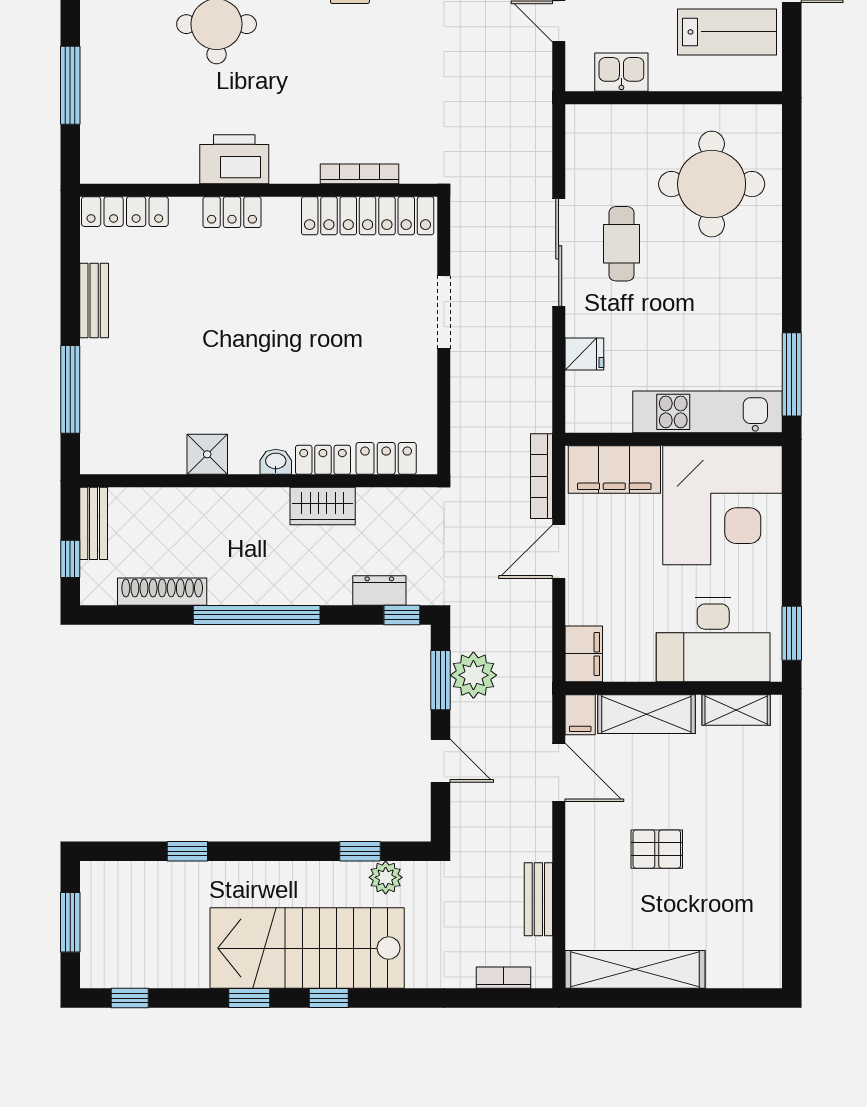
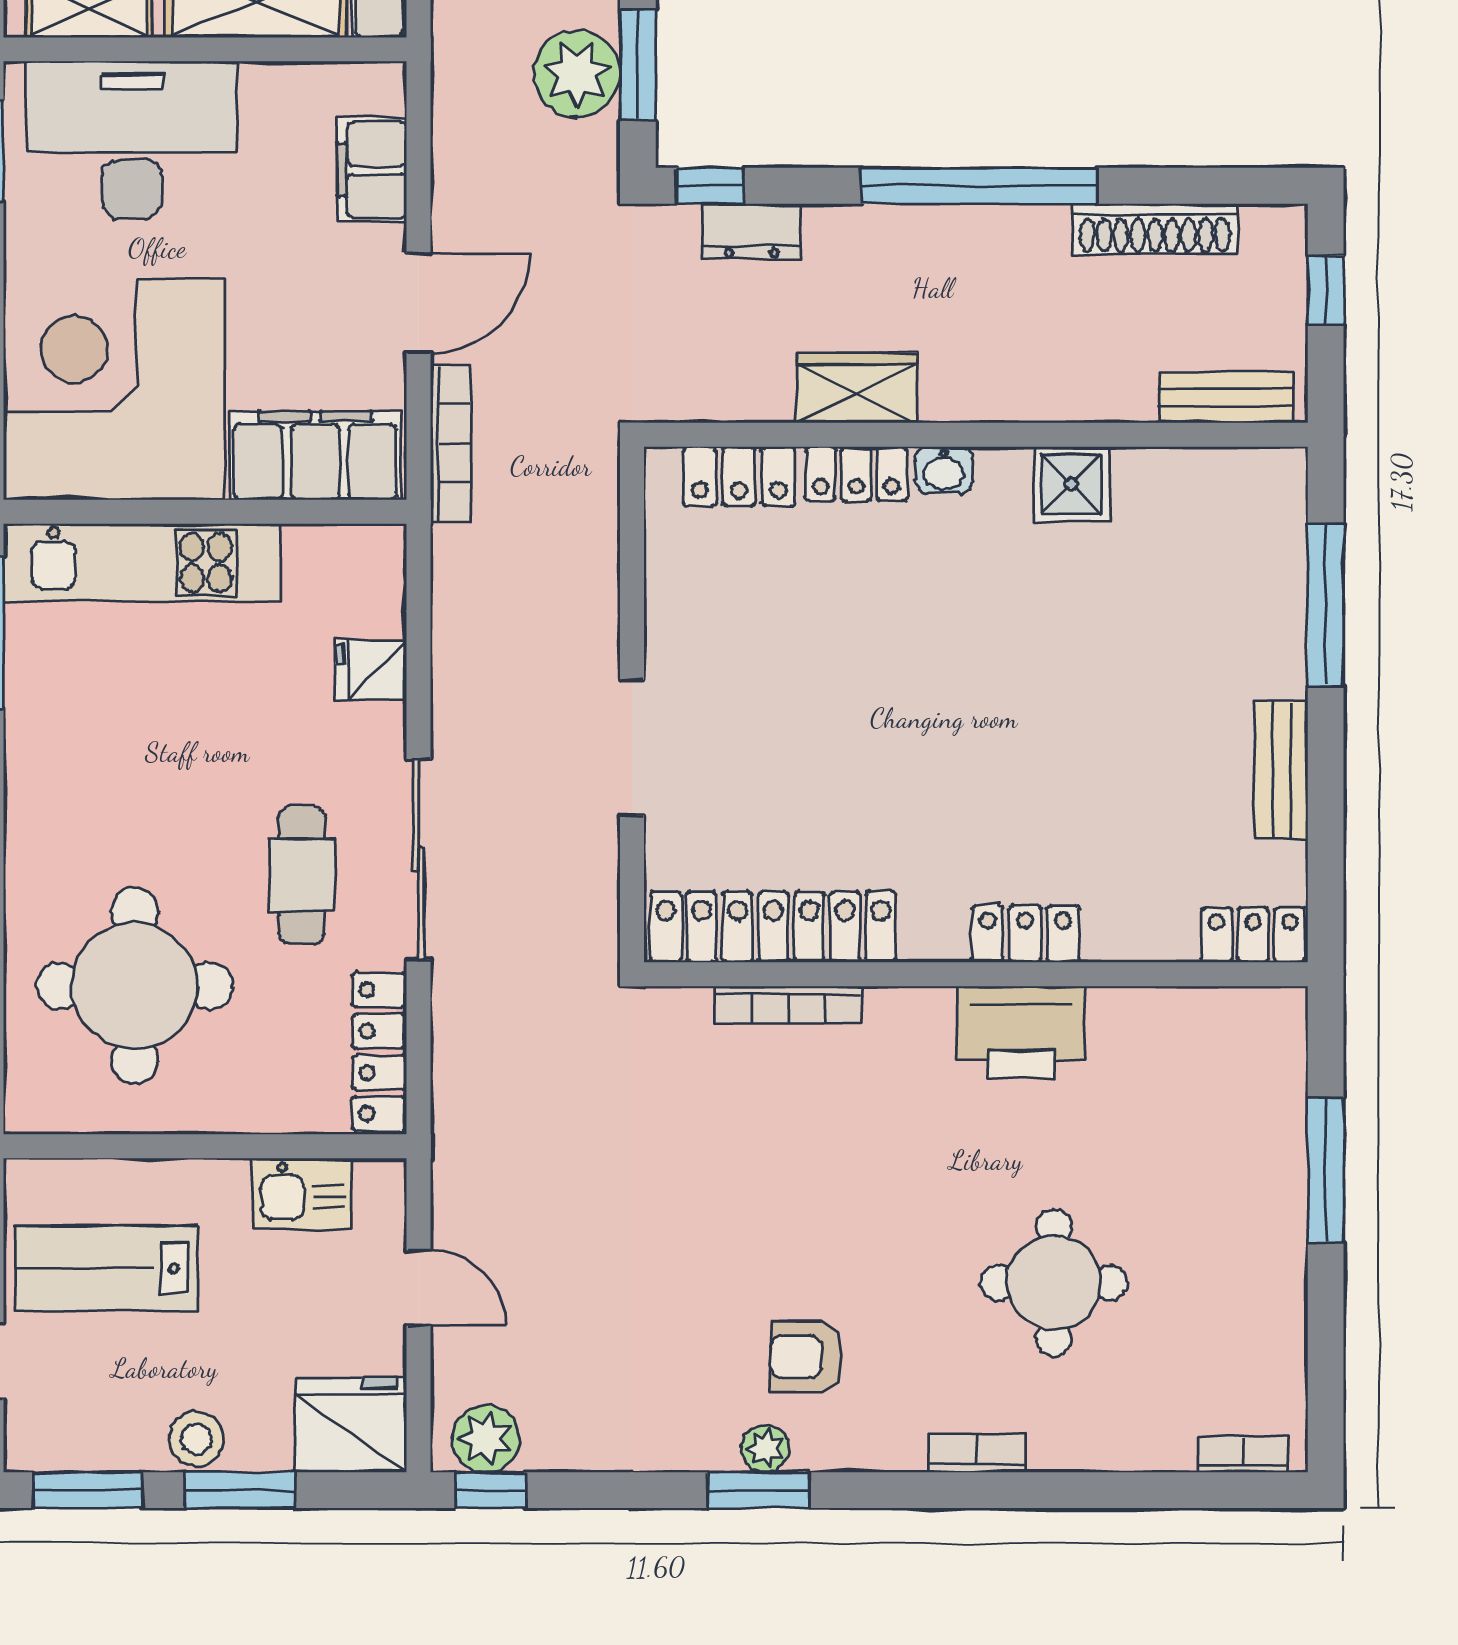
locker: (580, 149) -> (379, 1052), added
locker: (125, 212) -> (1253, 935), width x0.66
bench: (94, 523) -> (1227, 397), moved, turned 90
filing cabinet: (584, 654) -> (372, 170), moved

